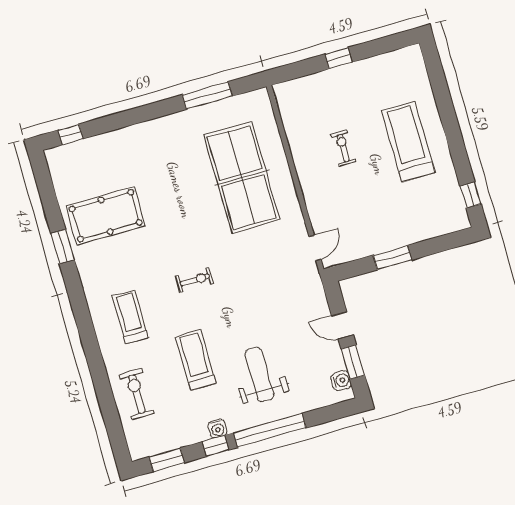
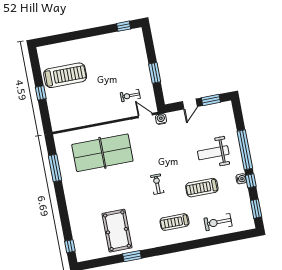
treadmill: (408, 142) -> (65, 75), moved, turned 180
exercise bike: (343, 148) -> (130, 96), moved
water cooler: (341, 381) -> (161, 119), moved

